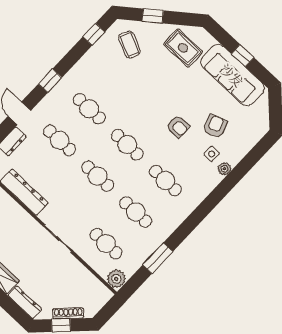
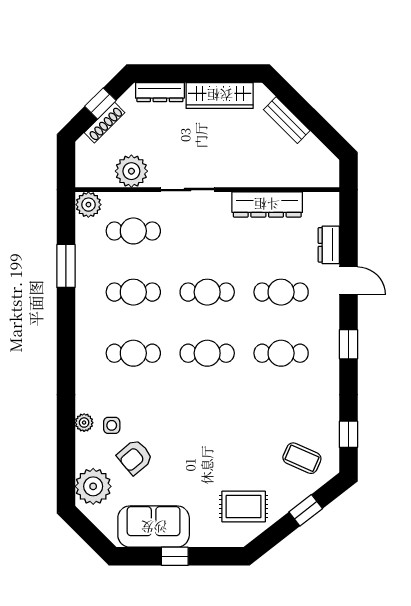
sofa: (232, 75) -> (154, 527), width x0.73
armchair: (215, 126) -> (135, 457), turned 70
armchair: (178, 127) -> (173, 421), removed
plant: (251, 131) -> (93, 486), added
plant: (78, 275) -> (131, 171), added

